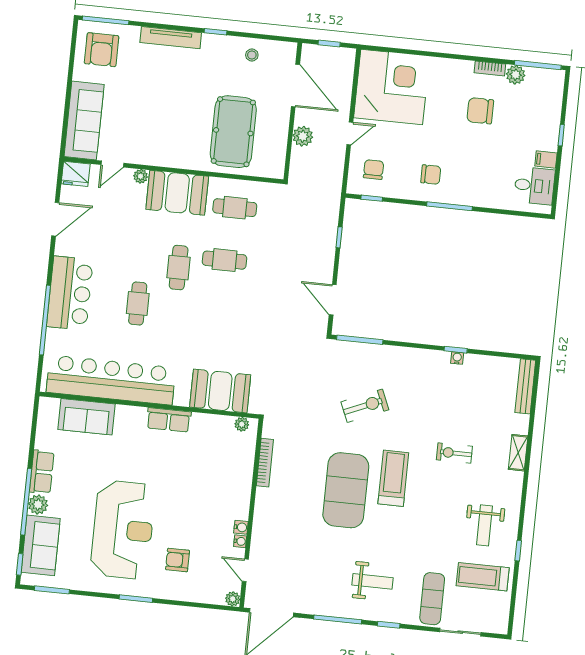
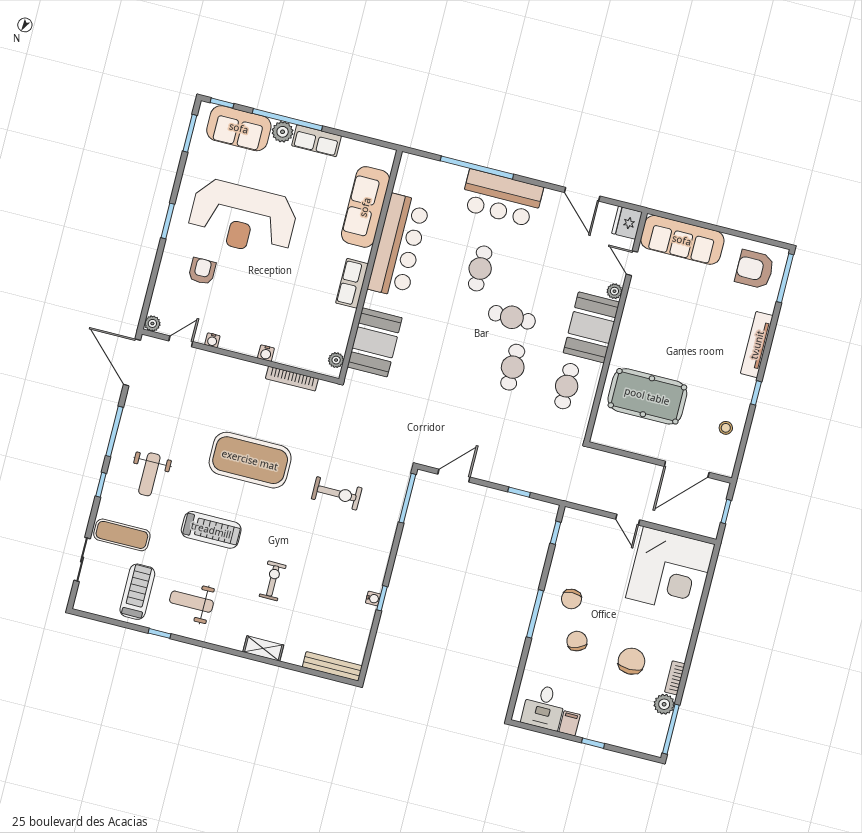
plant: (303, 136) -> (632, 469), removed
chair: (374, 169) -> (577, 641), moved, turned -111
cafe table: (138, 303) -> (480, 268), turned 90
bar counter: (111, 380) -> (399, 246), width x0.73
exercise bike: (365, 406) -> (337, 493), turned -67
sofa: (87, 417) -> (365, 207), width x1.36
treadmill: (393, 478) -> (211, 530), moved
water cooler: (241, 527) -> (266, 353), moved

